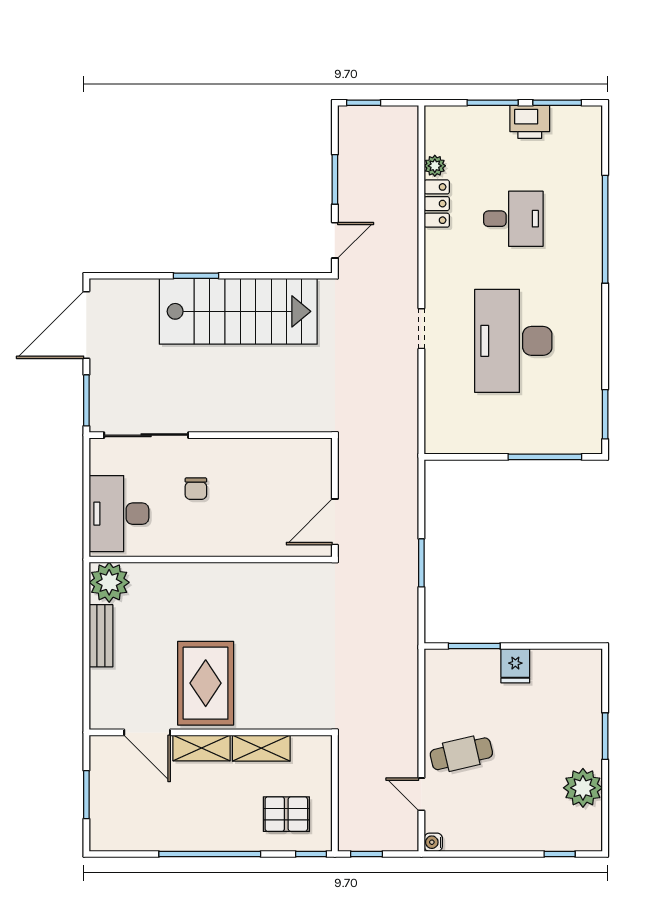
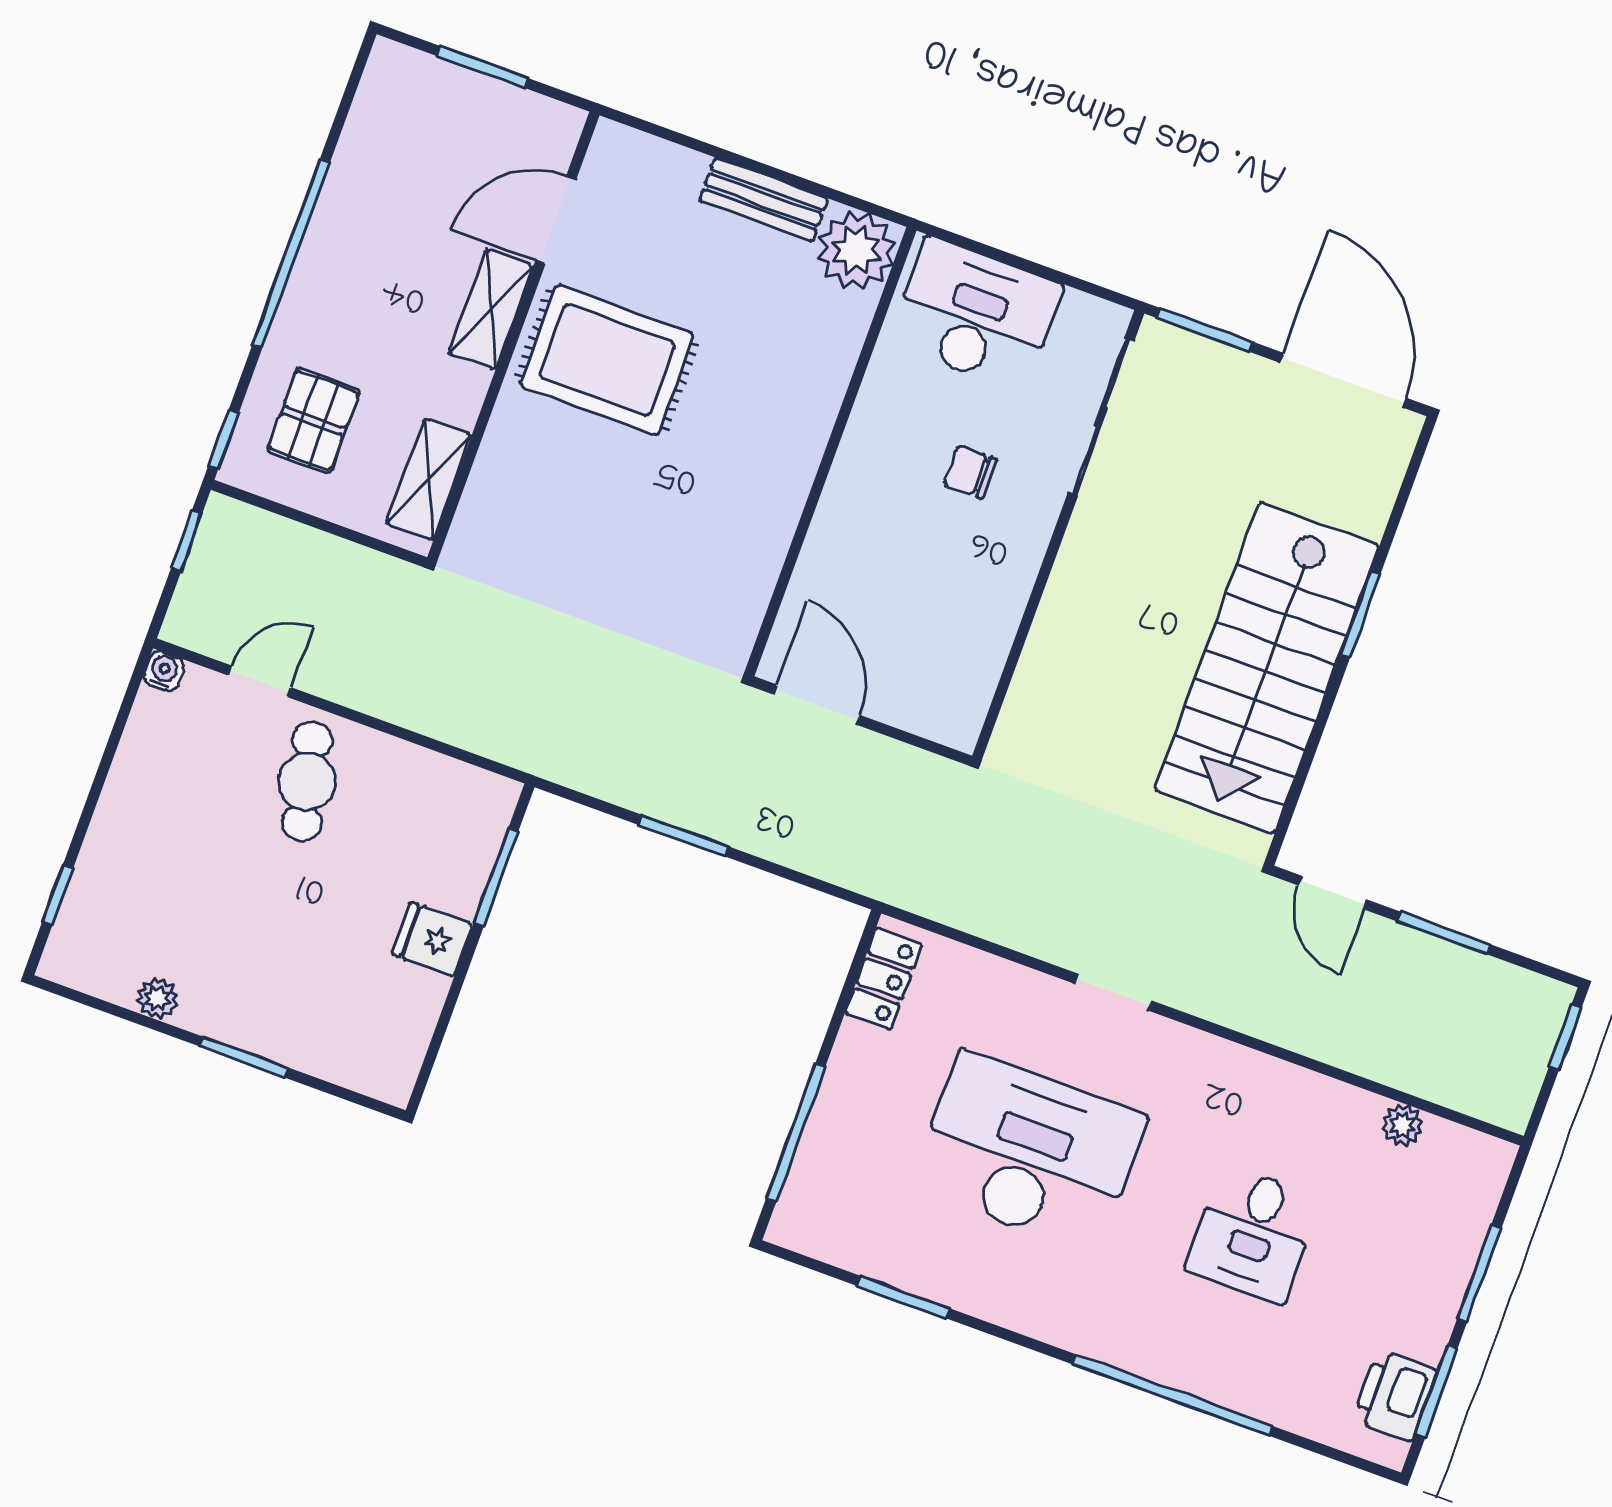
printer: (530, 122) -> (1395, 1395), moved
locker: (437, 204) -> (884, 979), moved, turned -90
window: (605, 414) -> (903, 1297), moved
shelving: (261, 748) -> (429, 479), moved
plant: (583, 788) -> (157, 998), width x0.53, depth x0.53

